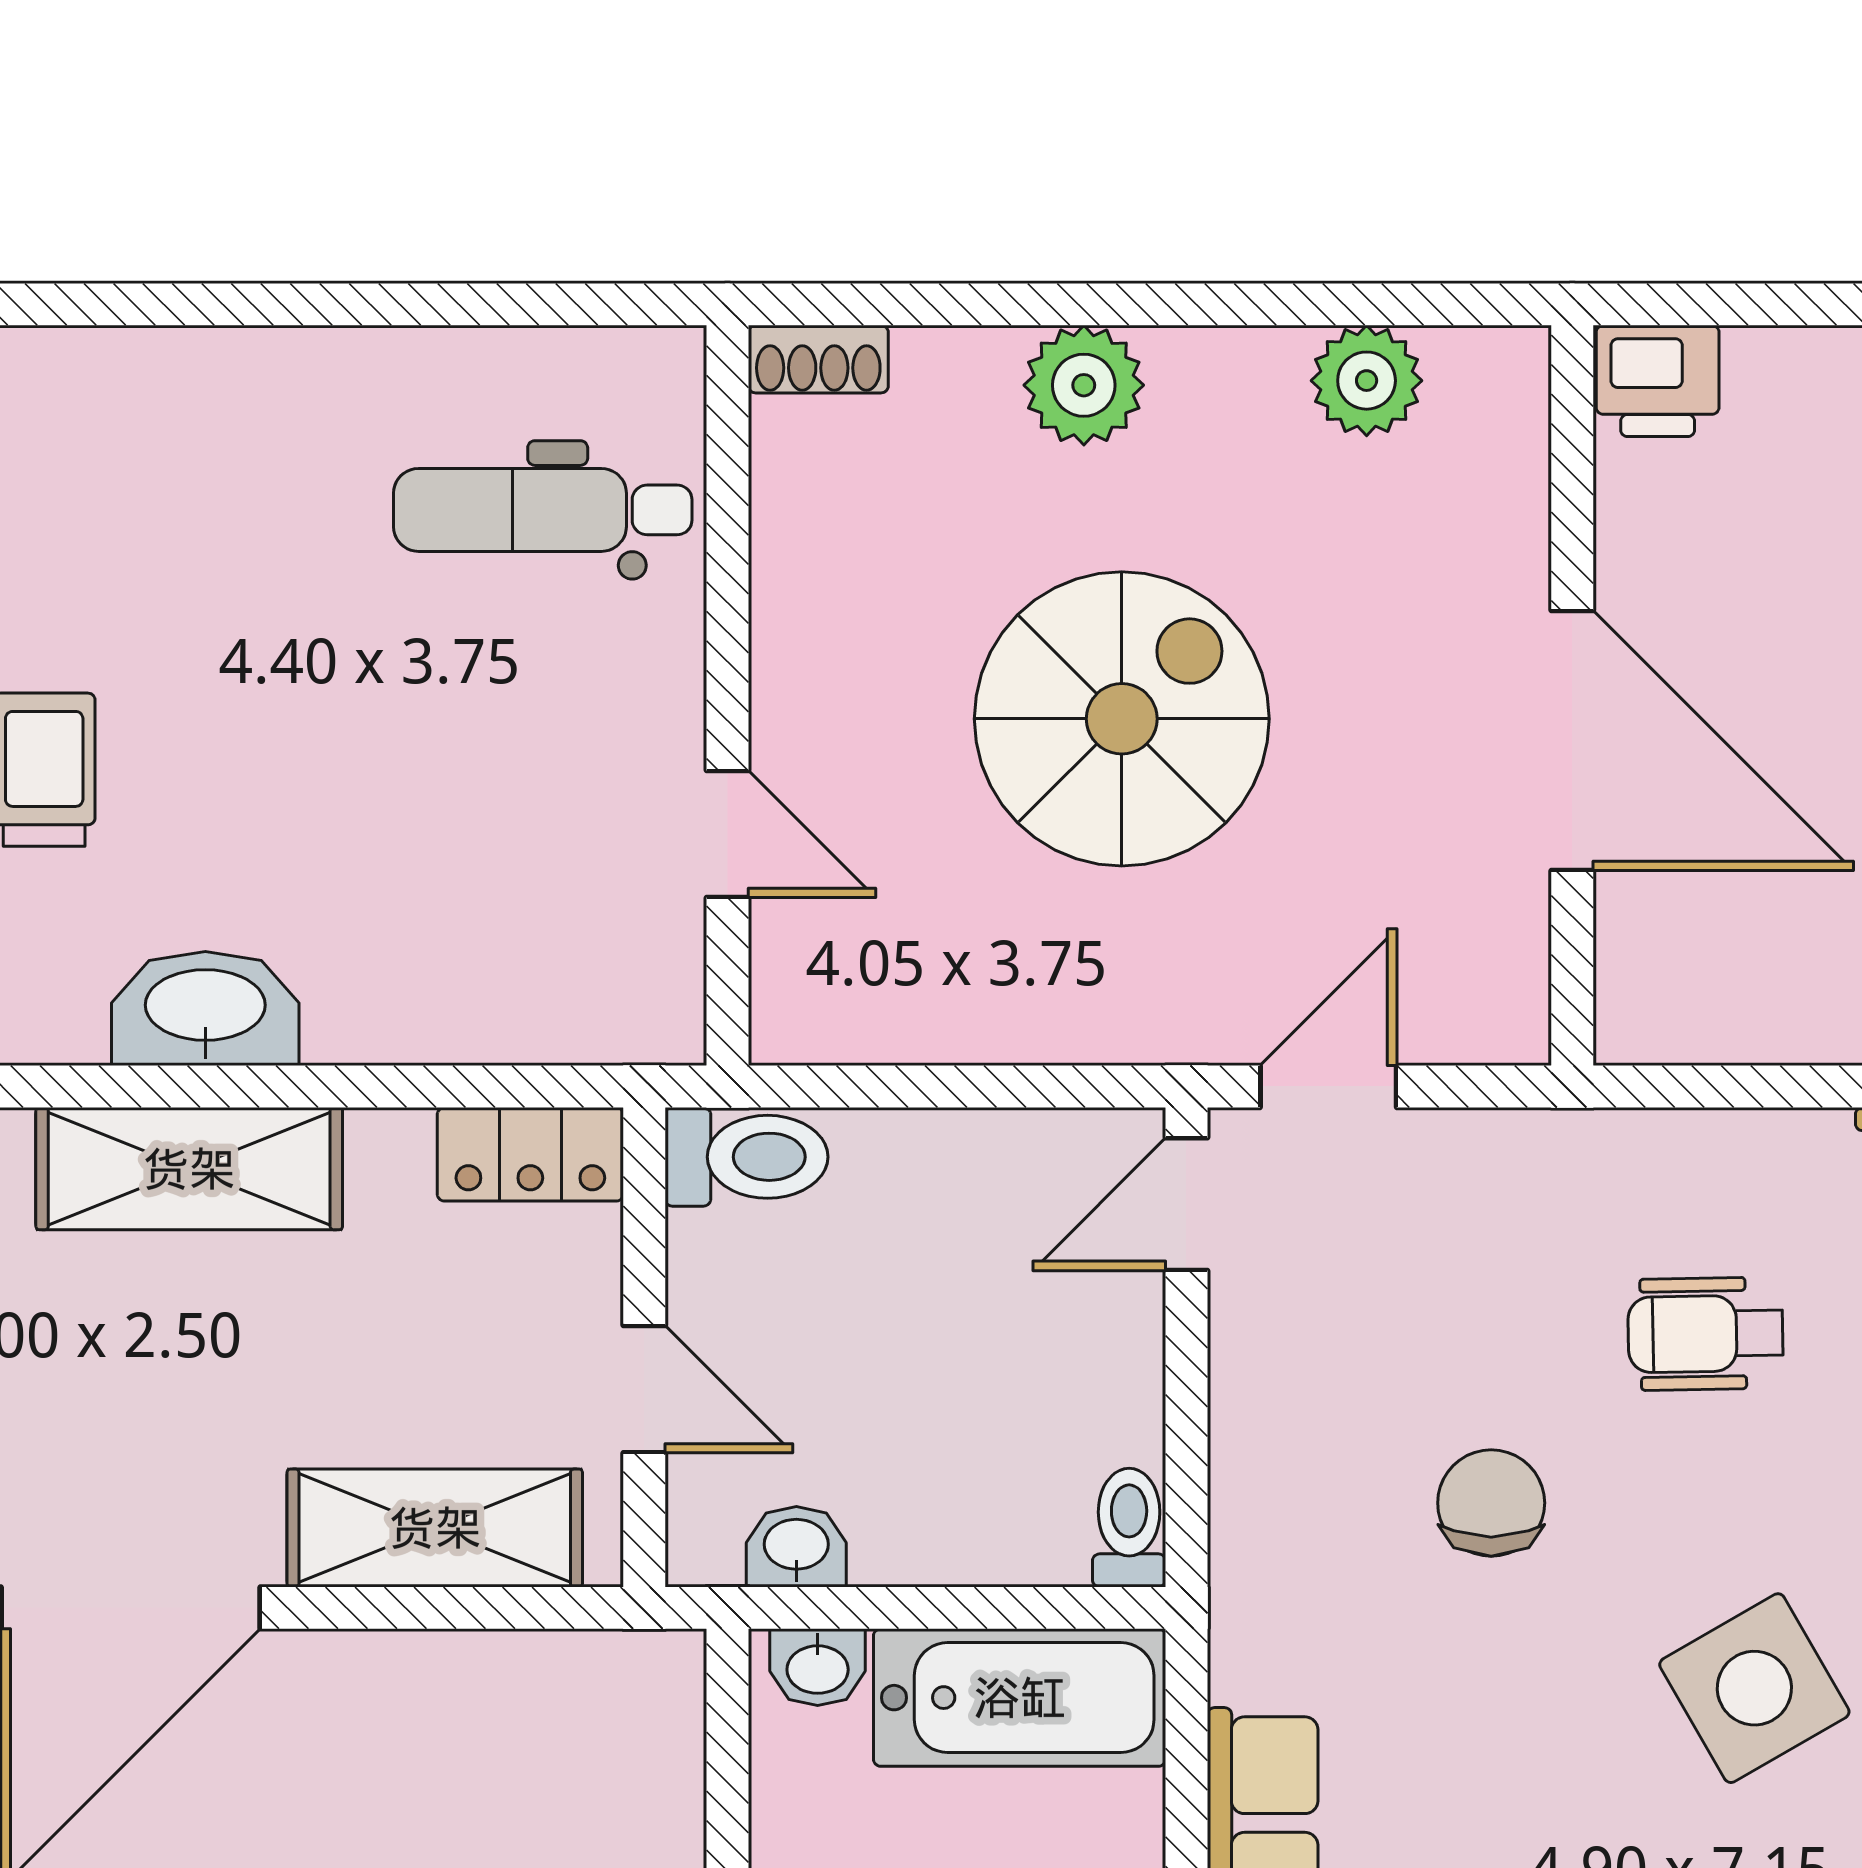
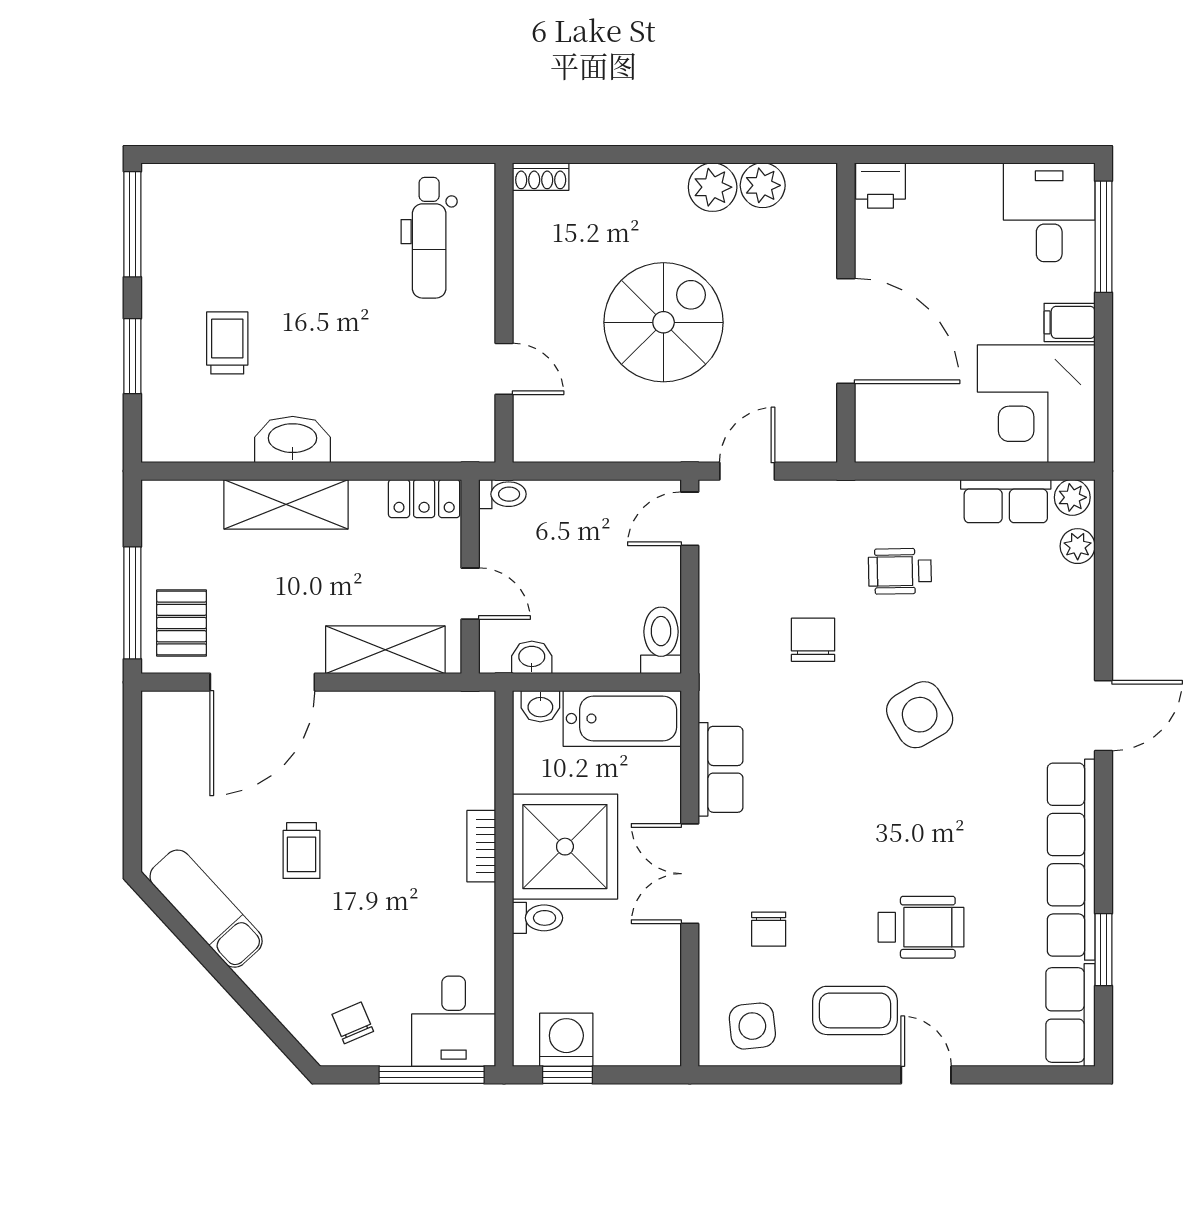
plant: (1084, 385) -> (713, 187), moved
dental chair: (543, 510) -> (429, 238), turned -90
toilet: (746, 1157) -> (502, 494), width x0.73, depth x0.72
toilet: (1129, 1528) -> (661, 640), width x1.37, depth x1.39

